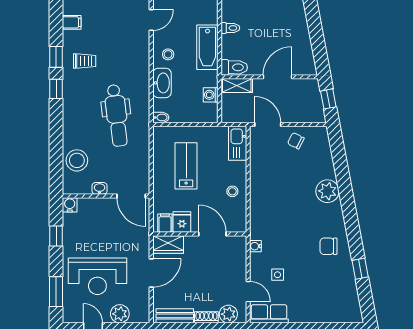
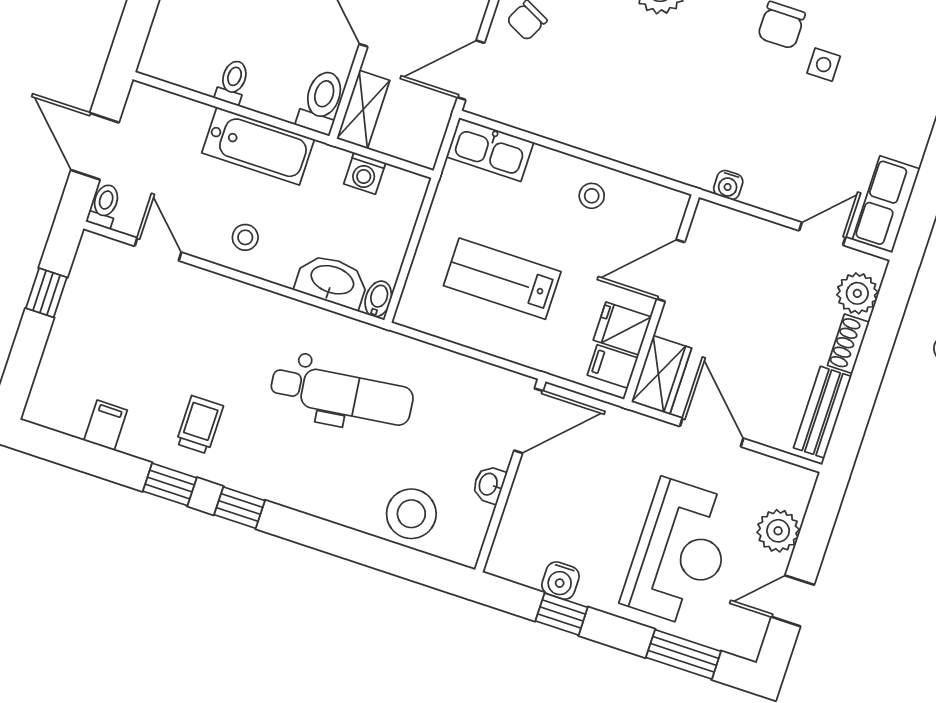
washbasin: (162, 83) -> (332, 281), moved
water cooler: (70, 205) -> (560, 581), moved, turned -90
side table: (278, 275) -> (824, 65), moved

